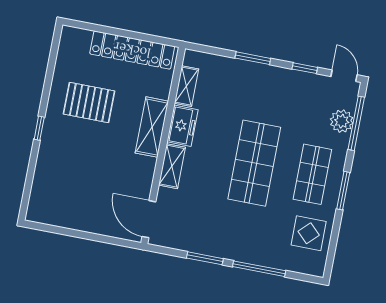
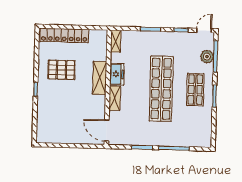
locker: (132, 50) -> (64, 35), moved
door: (344, 76) -> (204, 31), hinge flipped
shelving: (187, 86) -> (116, 41), moved
shop shelf: (254, 163) -> (161, 89), width x1.40
display table: (309, 233) -> (199, 123), removed

